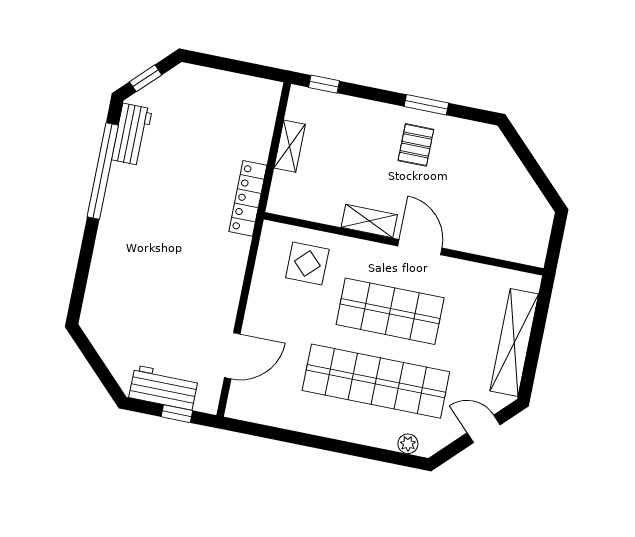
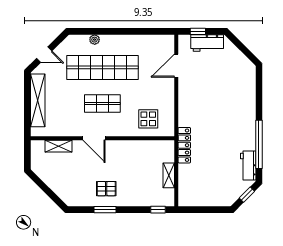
pallet: (416, 145) -> (106, 189), turned 90
shelving: (369, 221) -> (58, 146), moved
shop shelf: (390, 311) -> (102, 104), width x0.70, depth x0.74
plant: (408, 444) -> (95, 40), moved

